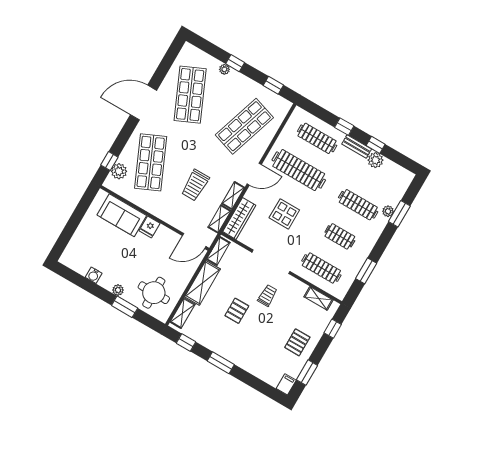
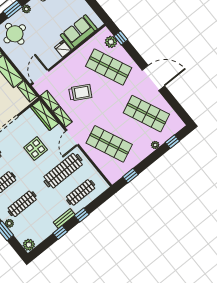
window: (235, 63) -> (172, 142), moved
door: (143, 103) -> (153, 78), hinge flipped
shop shelf: (244, 126) -> (109, 144), turned -42
plant: (375, 160) -> (29, 245), moved
trolley: (195, 185) -> (80, 93), turned 119

